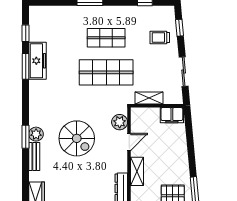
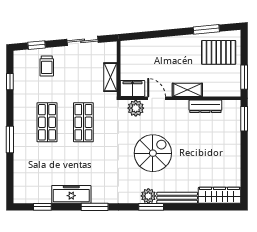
window: (26, 66) -> (95, 207), moved
shop shelf: (106, 72) -> (83, 122), width x0.70, depth x0.74
filing cabinet: (172, 115) -> (132, 88), moved, turned -90
bench: (34, 156) -> (177, 198), width x1.36

